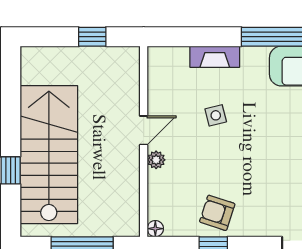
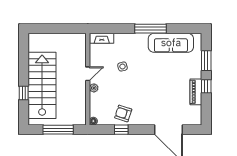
window: (92, 37) -> (63, 29), removed
fireplace: (215, 57) -> (102, 38), moved

